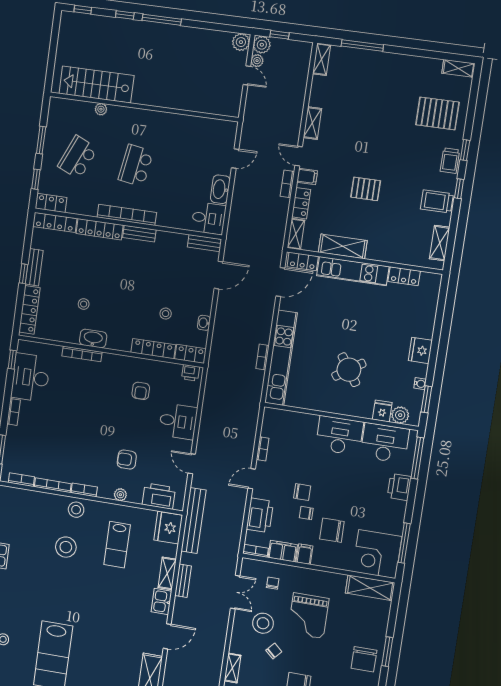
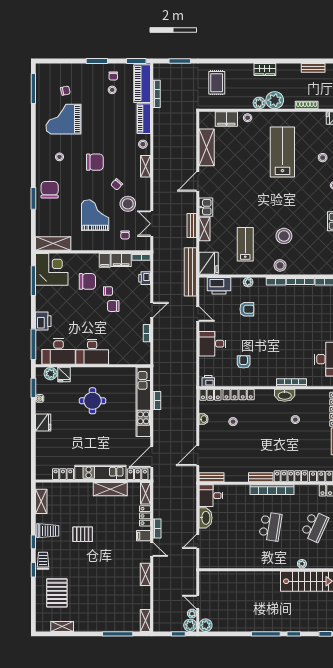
shelving: (458, 68) -> (62, 627), moved
pallet: (437, 113) -> (57, 593), turned 90
pallet: (366, 189) -> (83, 534), moved
round table: (349, 370) -> (93, 401), turned 34
printer: (260, 515) -> (145, 278), width x0.53, depth x0.68

